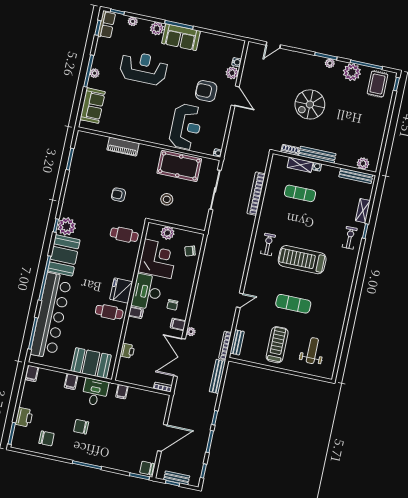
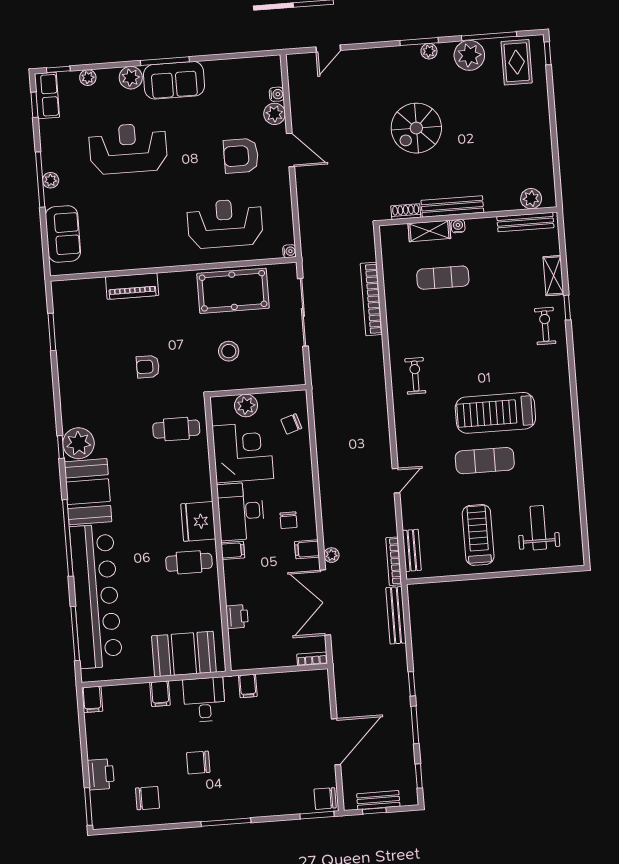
reception desk: (186, 127) -> (225, 223), turned -90
treadmill: (302, 260) -> (495, 413), moved

